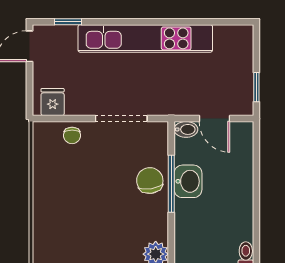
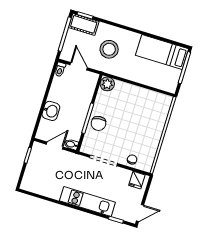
kitchen unit: (145, 38) -> (87, 201), width x0.73
door: (214, 119) -> (55, 146), hinge flipped
washbasin: (188, 181) -> (51, 111), moved, turned 180

